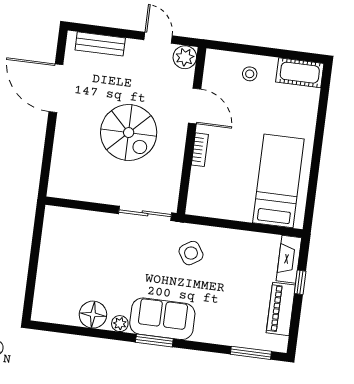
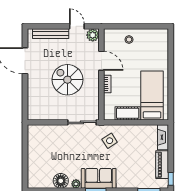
bench: (100, 44) -> (51, 34), width x1.36
cot: (300, 73) -> (128, 113), moved
spiral stairs: (129, 133) -> (67, 80), turned 180
window: (300, 282) -> (171, 179), moved

